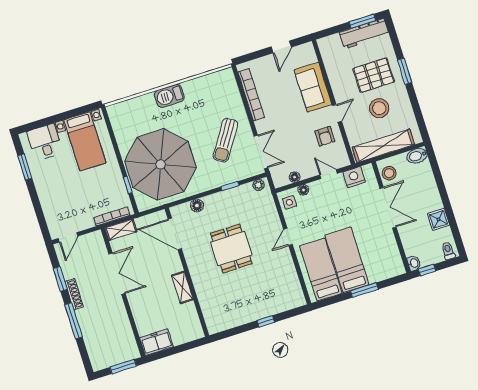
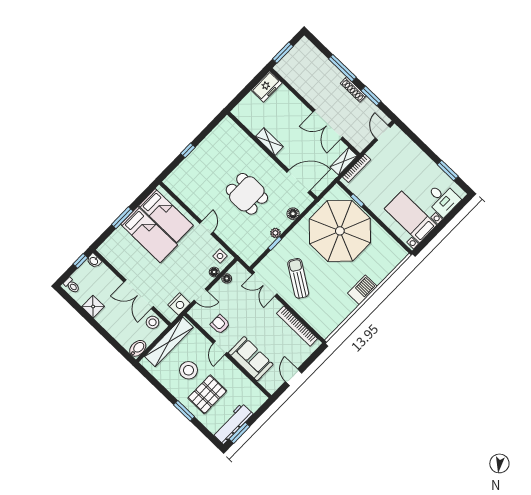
plant: (258, 185) -> (275, 233), moved

